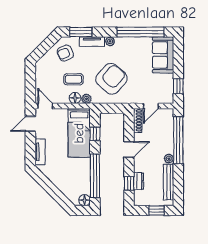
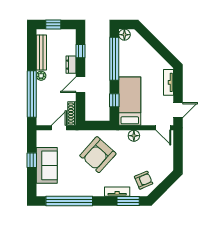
plant: (110, 41) -> (99, 192), removed
sofa: (163, 55) -> (47, 165), moved
coffee table: (73, 79) -> (135, 154), removed
window: (178, 86) -> (32, 160), moved
plant: (86, 99) -> (123, 135), removed
dresser: (139, 181) -> (71, 65), moved

